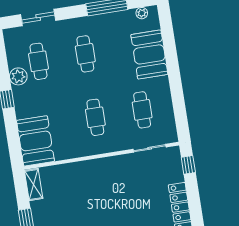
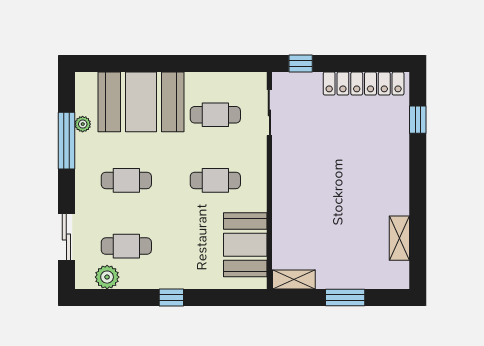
plant: (142, 13) -> (83, 124), moved
booth: (149, 54) -> (141, 102), width x1.36, depth x1.42
plant: (18, 76) -> (107, 277), moved
booth: (35, 141) -> (245, 245), moved, turned 90

